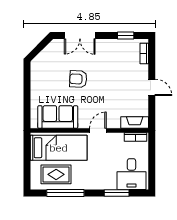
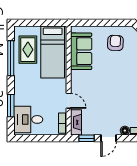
floor lamp: (144, 70) -> (125, 131), added
armchair: (78, 79) -> (115, 43), moved
window: (152, 111) -> (87, 138), added
door: (98, 130) -> (69, 101), moved

